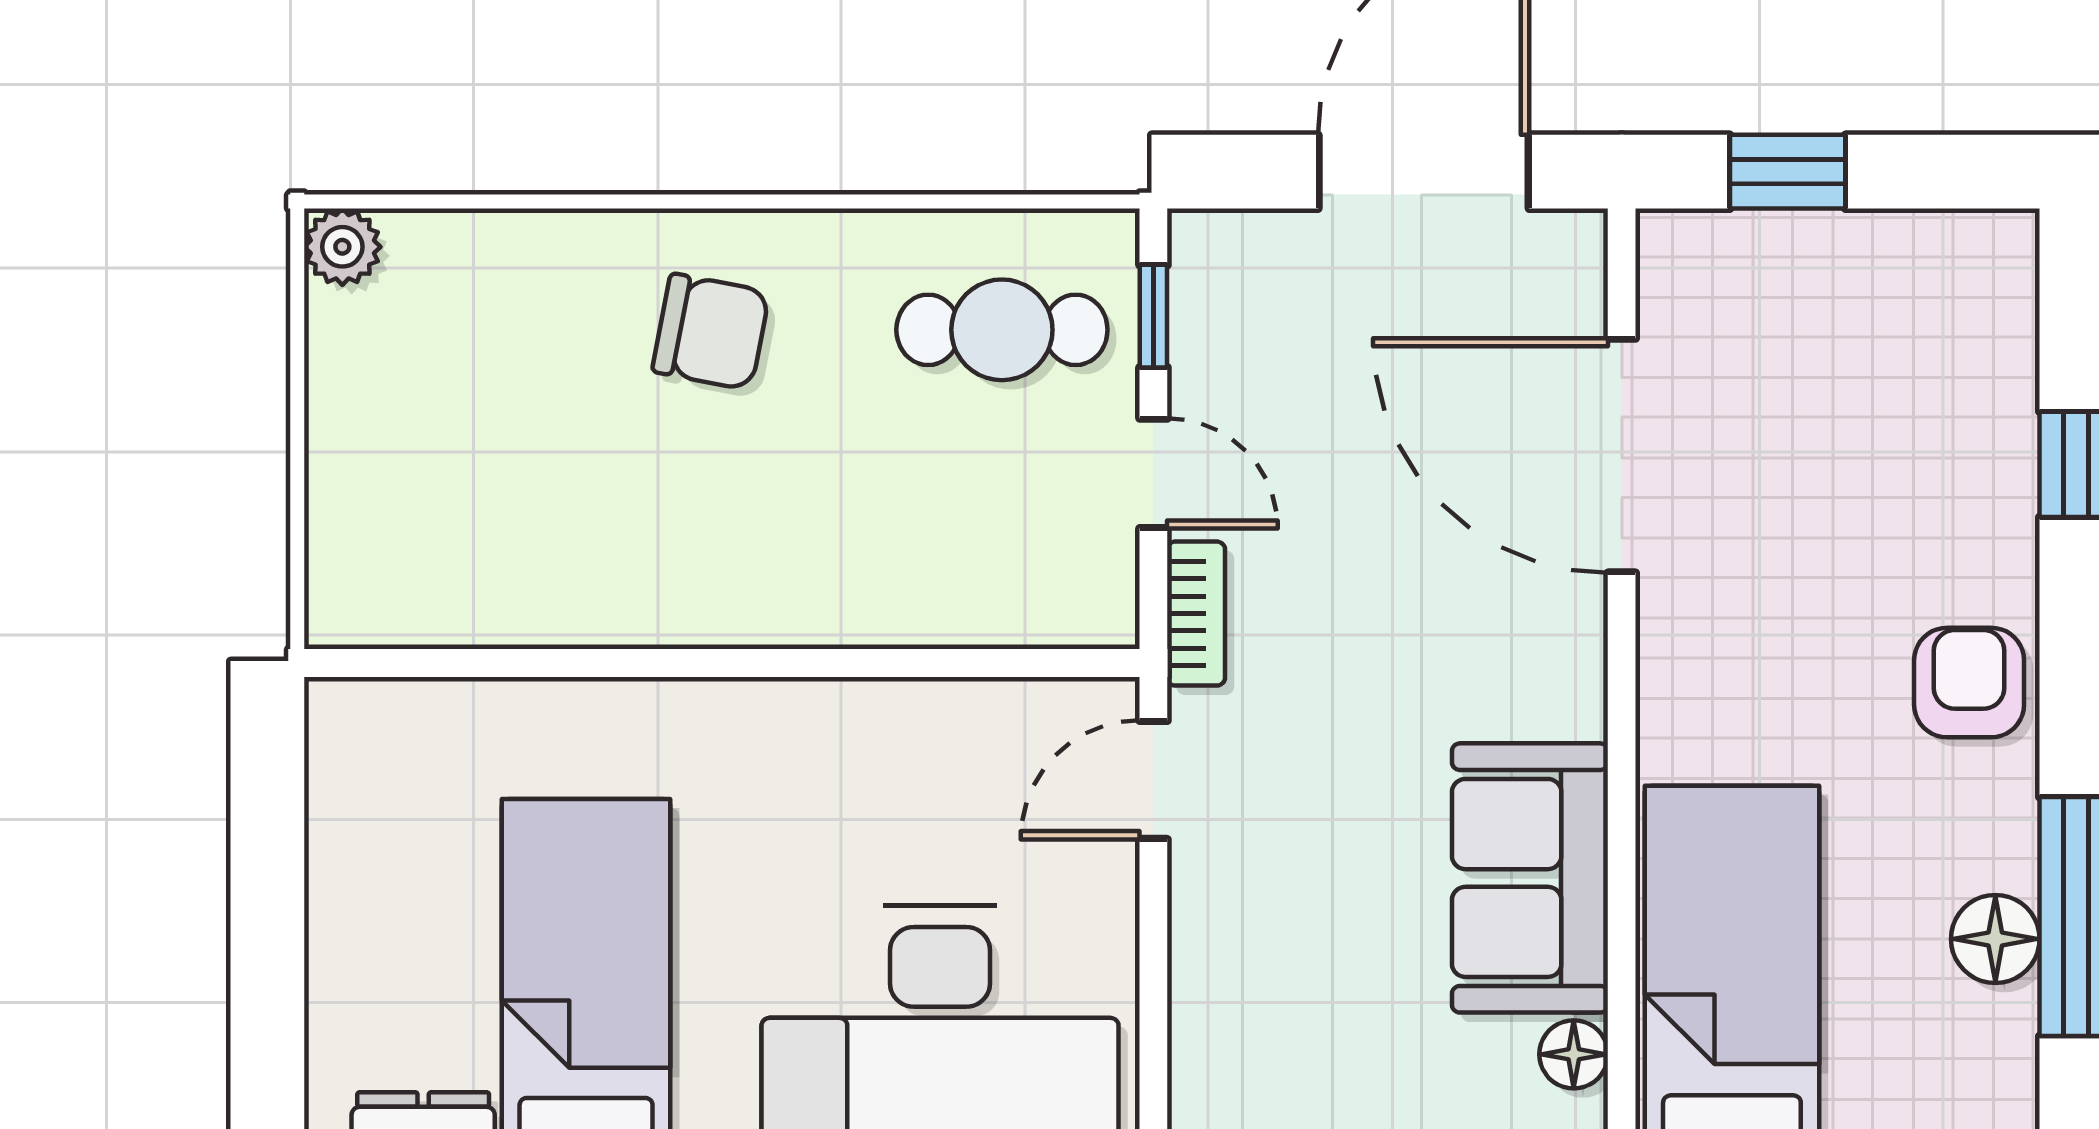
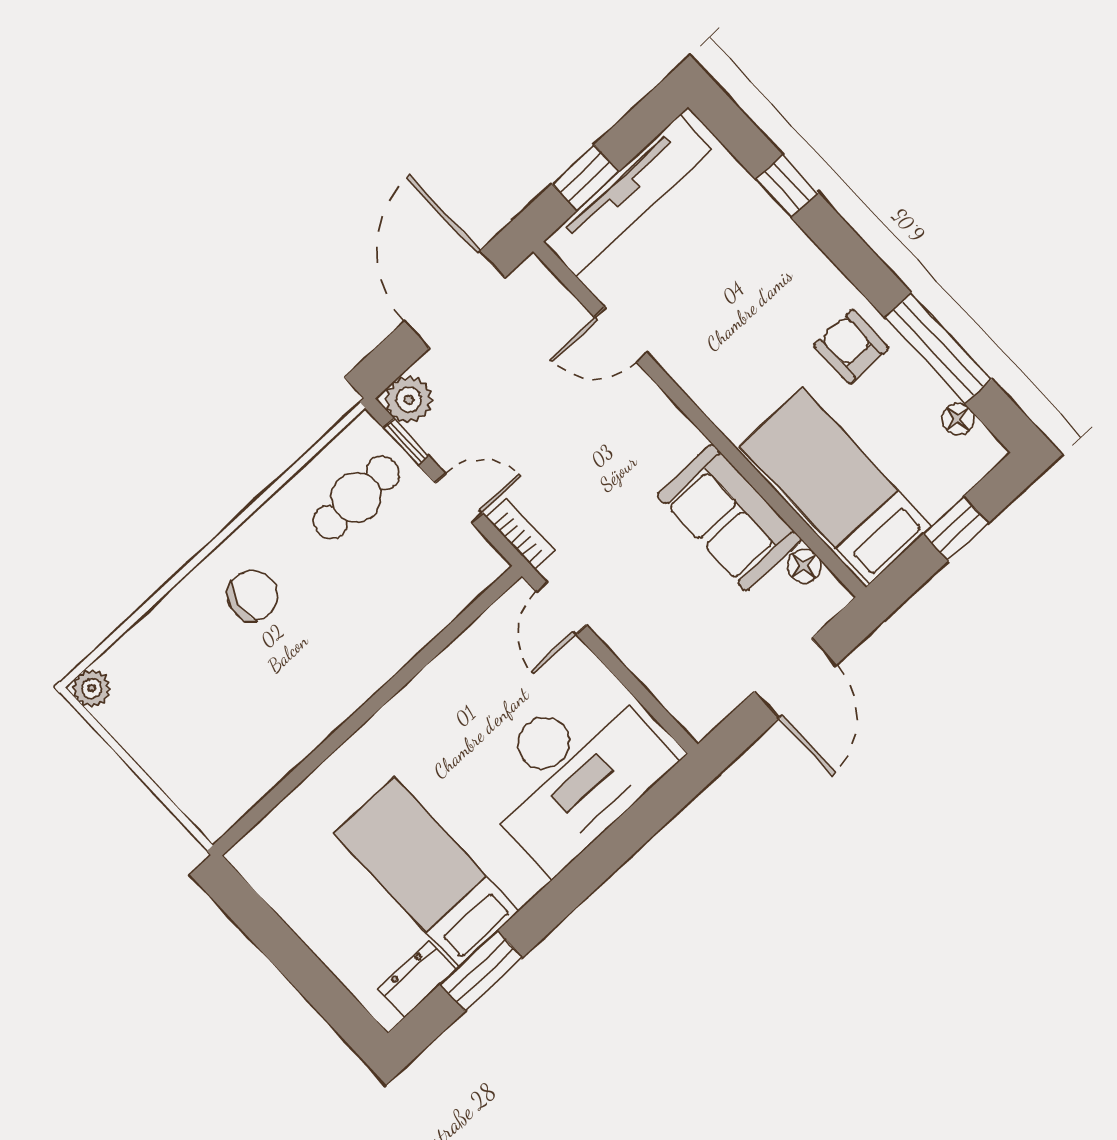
plant: (1216, 257) -> (409, 400), added
tv unit: (1826, 257) -> (628, 195), added
door: (1622, 456) -> (621, 335), width x0.53
armchair: (1969, 683) -> (851, 347), moved
floor lamp: (1995, 939) -> (958, 419), moved, width x0.73, depth x0.73

